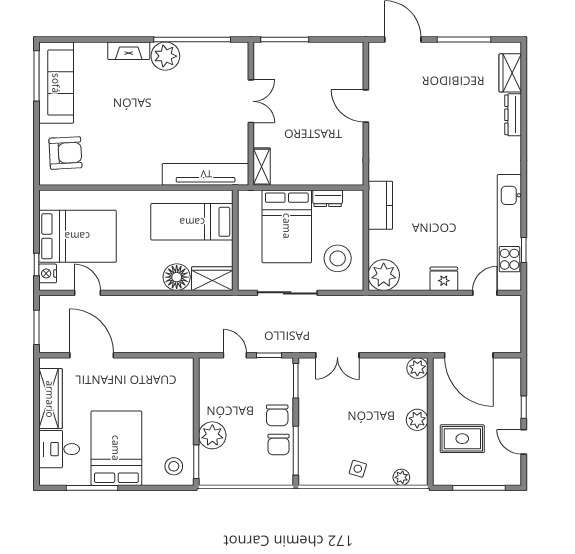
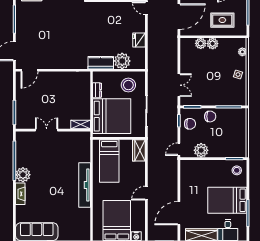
door: (366, 106) -> (29, 70), moved
armchair: (65, 153) -> (73, 227), removed
tv unit: (206, 174) -> (85, 185), moved
bed: (287, 226) -> (112, 116), width x1.36
plant: (384, 275) -> (122, 61), moved
floor lamp: (177, 277) -> (138, 169), removed
fridge: (444, 279) -> (139, 40), moved
door: (88, 293) -> (146, 193), moved
door: (235, 355) -> (179, 149), moved
plant: (417, 368) -> (201, 43), moved
plant: (212, 435) -> (201, 150), moved
rug: (462, 439) -> (222, 20), turned 90
chair: (279, 444) -> (190, 124), moved

